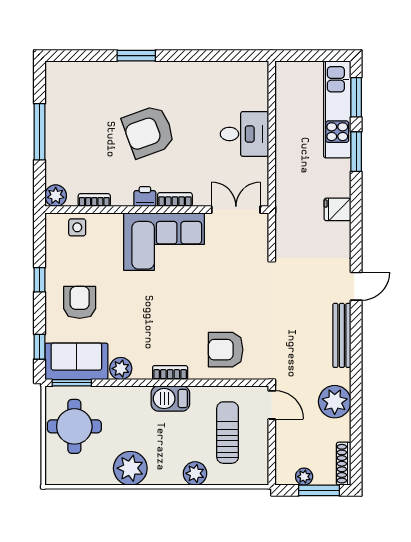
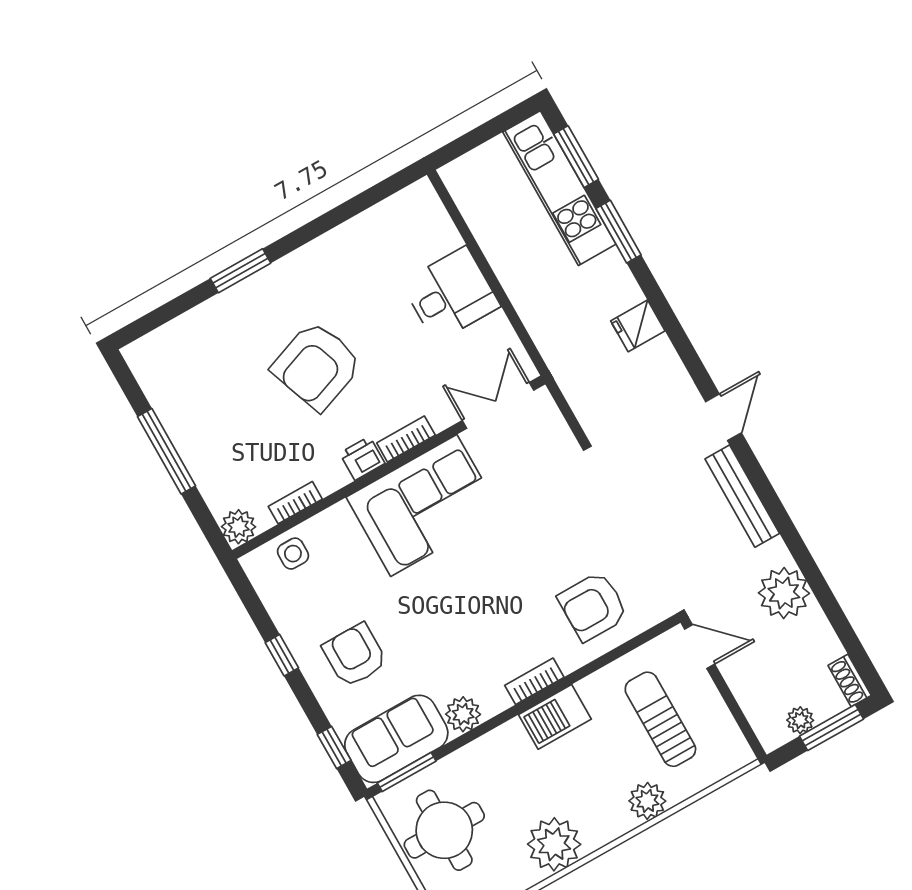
shoe rack: (344, 464) -> (850, 680), width x0.70

